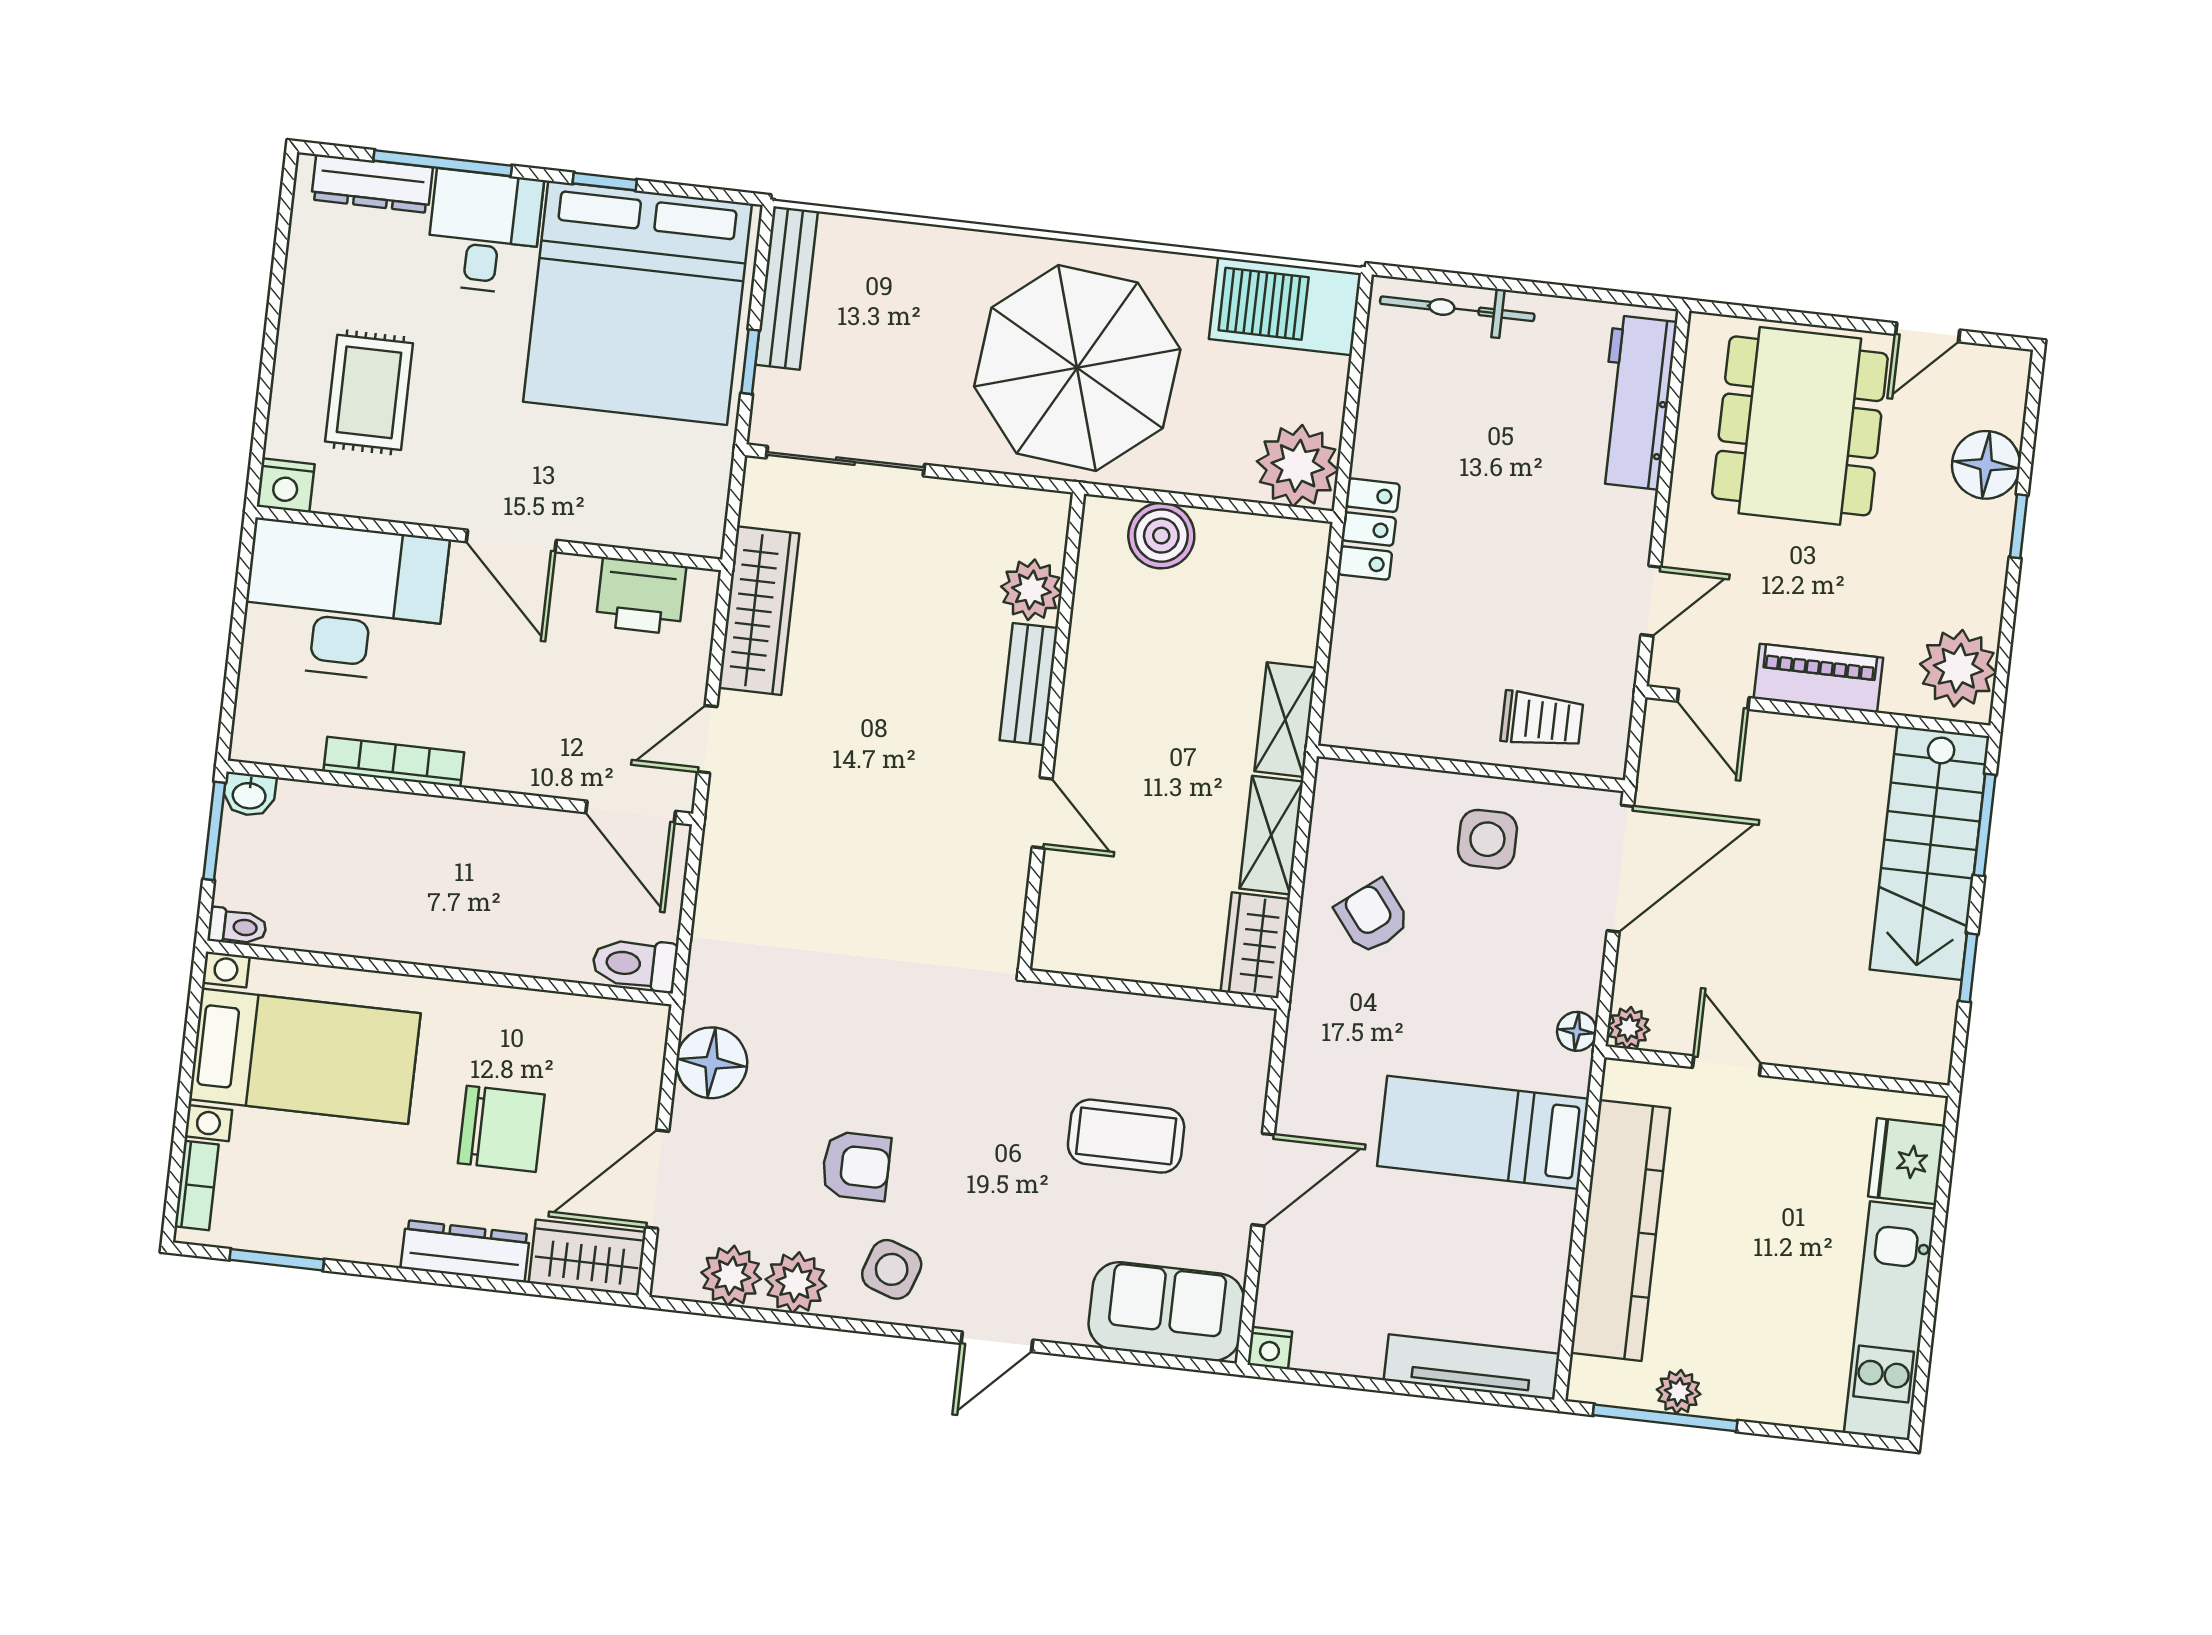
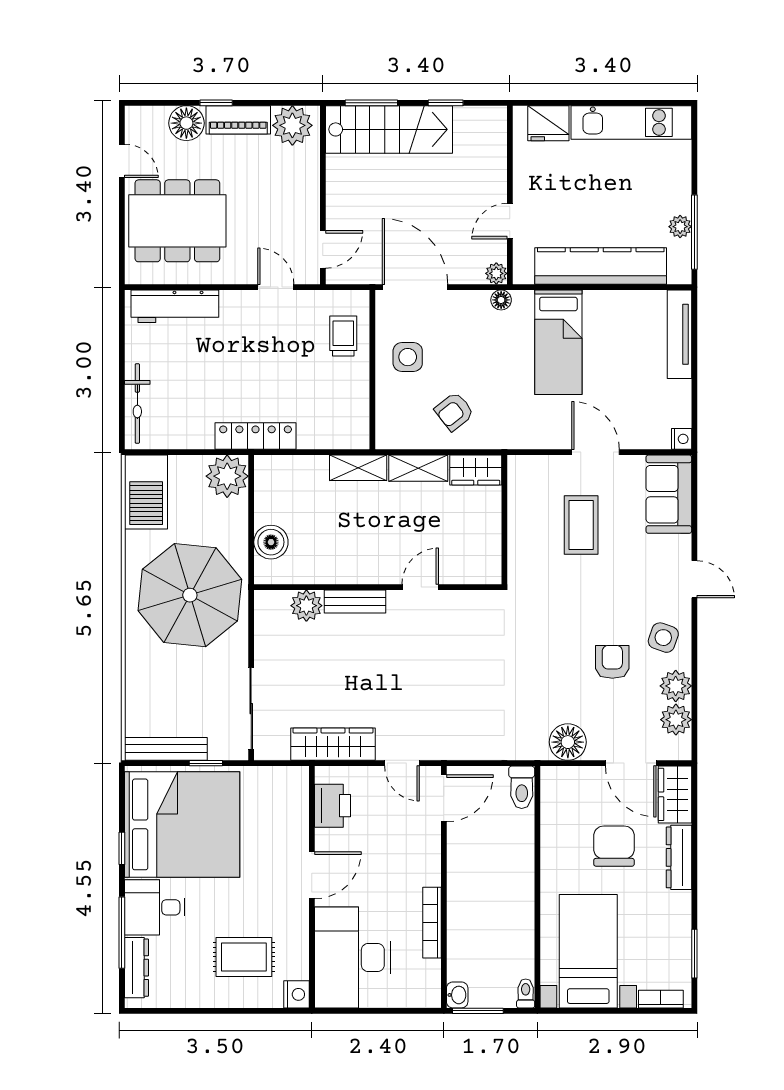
locker: (1369, 529) -> (256, 436), width x1.53
piano: (1818, 678) -> (238, 120), moved, turned -90

